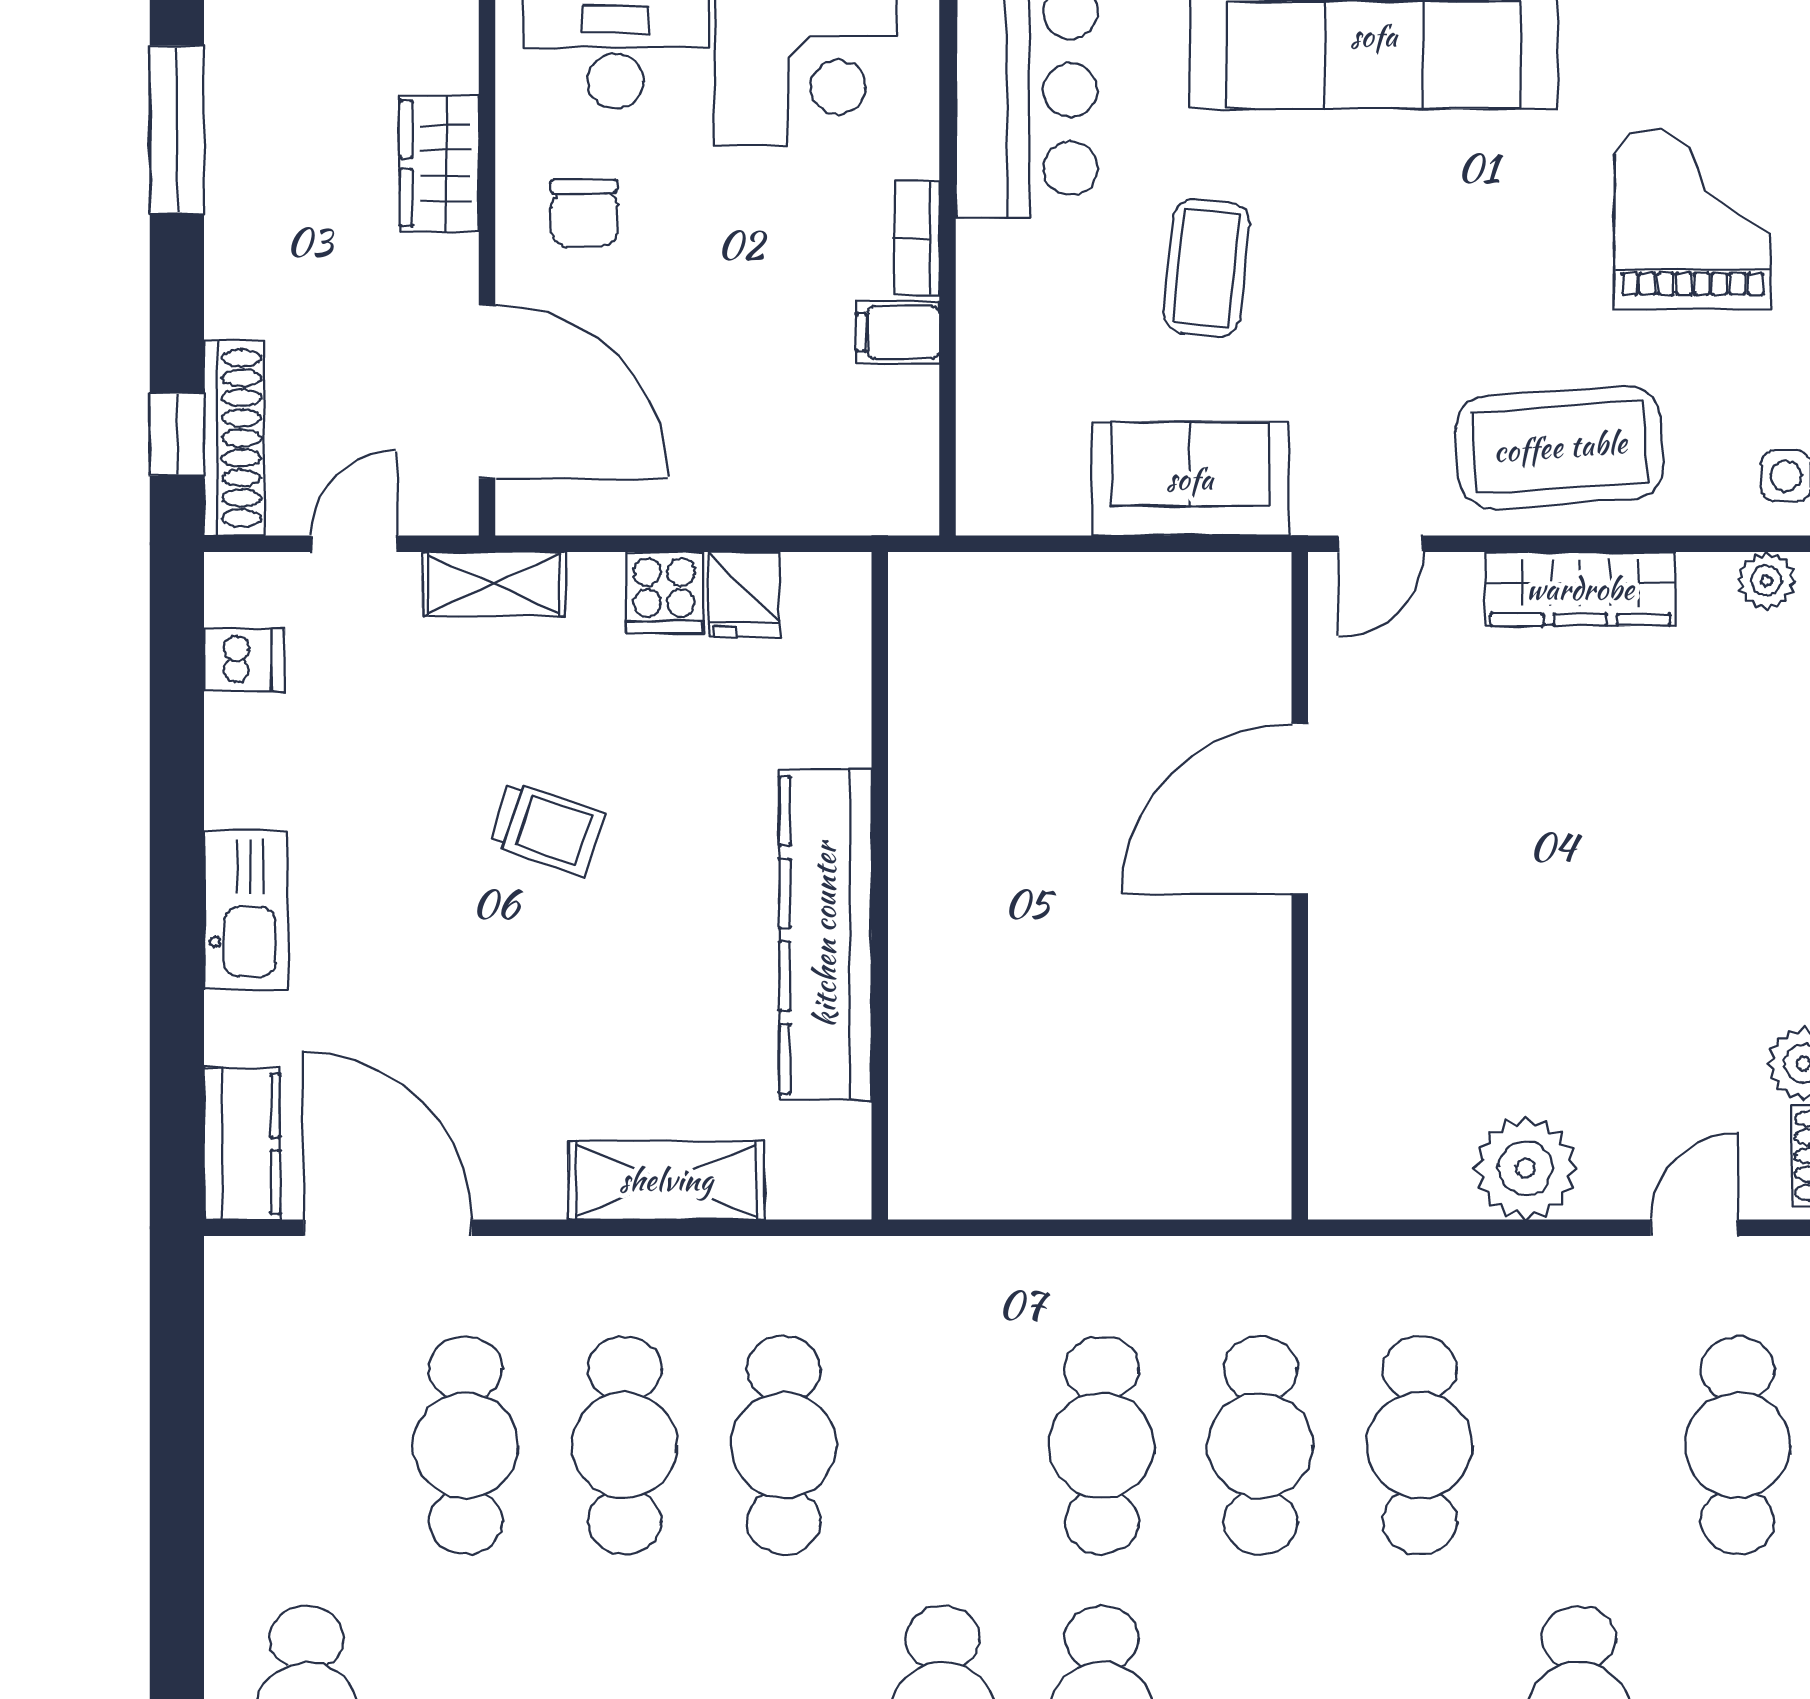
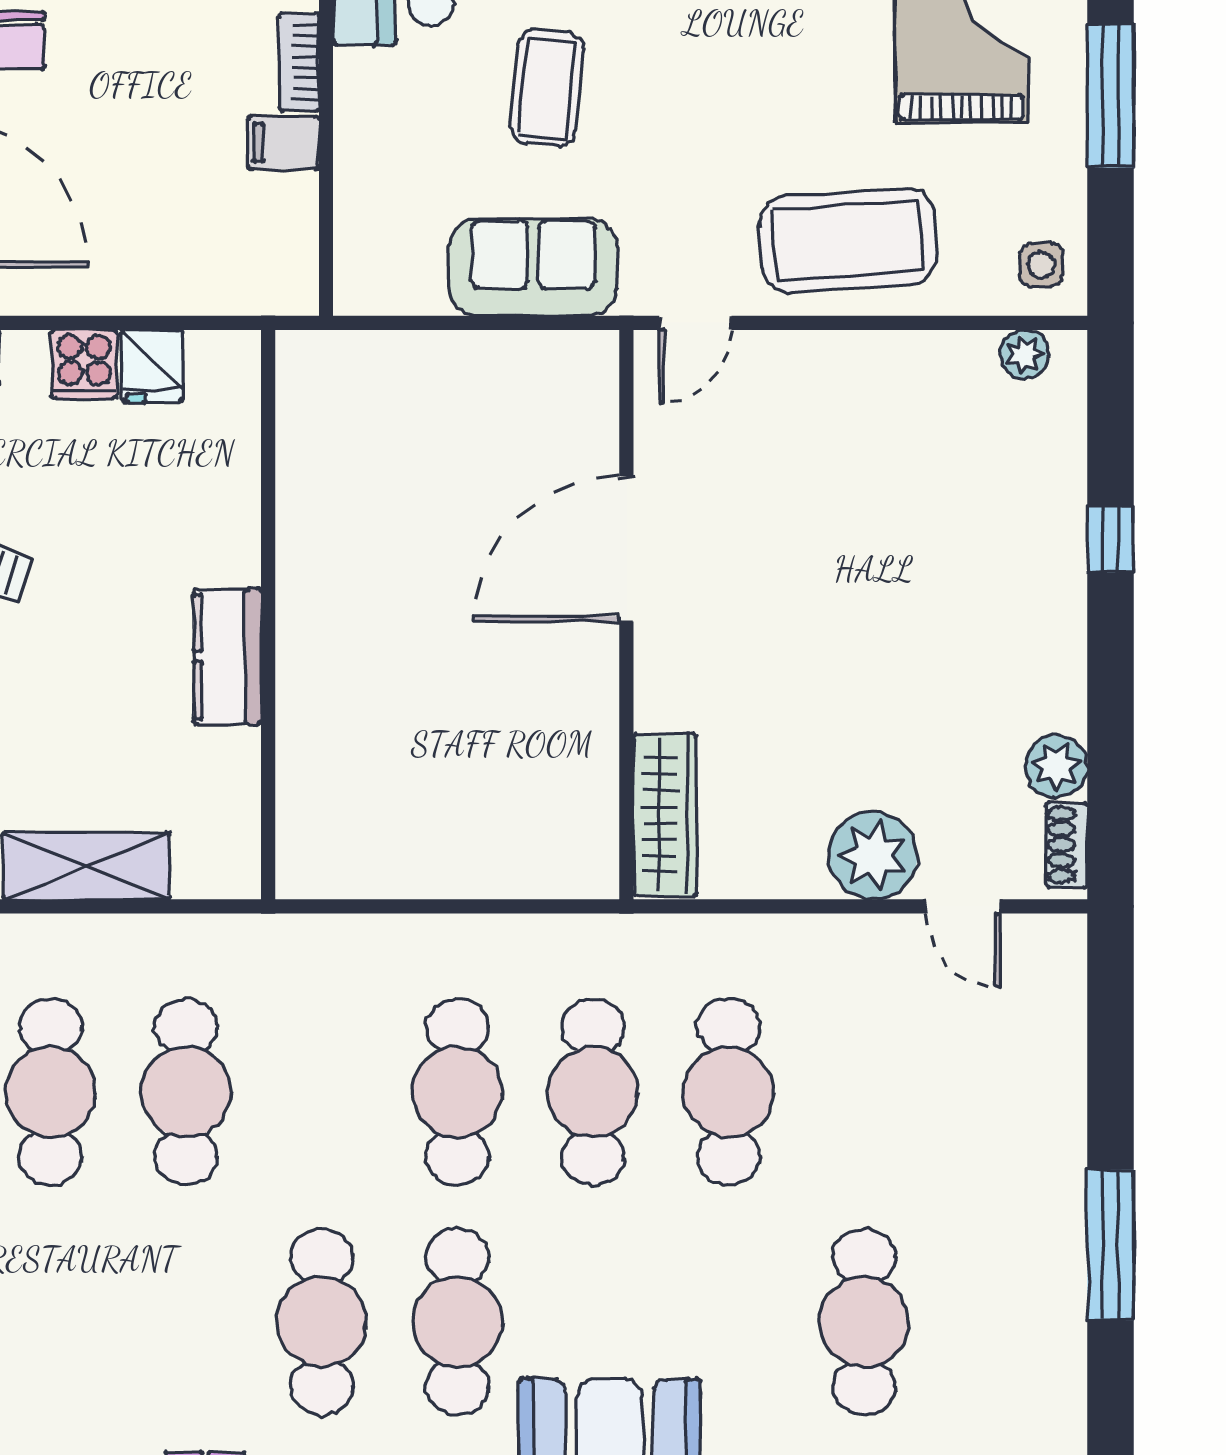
wardrobe: (1580, 589) -> (665, 815), moved, turned -90
kitchen counter: (825, 935) -> (227, 656), width x0.48, depth x0.86
plant: (1526, 1168) -> (873, 855), moved
door: (1694, 1228) -> (963, 906), swing flipped
cafe table: (1738, 1445) -> (1000, 1092), removed

